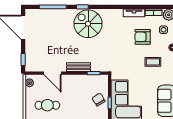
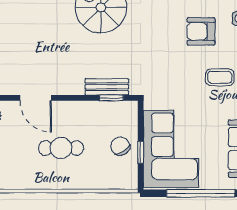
bench: (79, 67) -> (107, 87), moved
cafe table: (47, 105) -> (61, 148), moved

